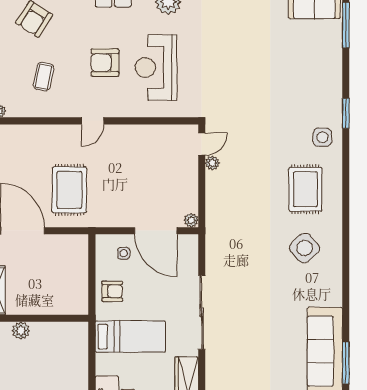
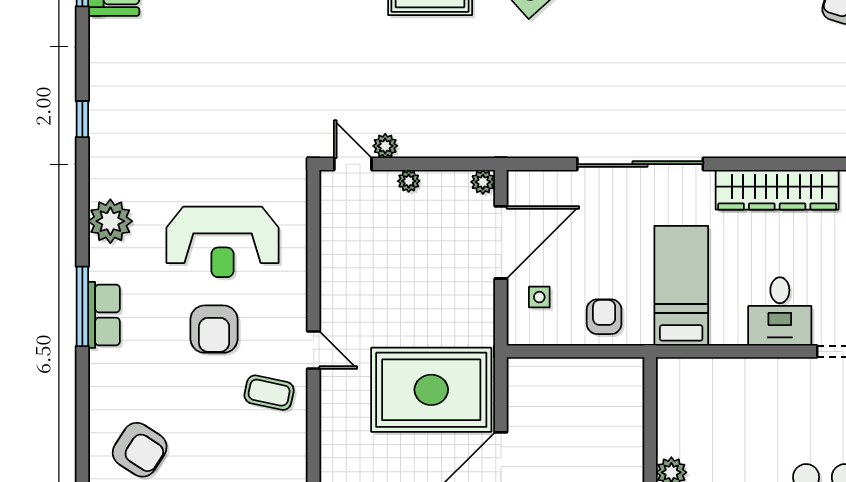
coffee table: (44, 77) -> (269, 393), moved
plant: (192, 177) -> (409, 181), added
rug: (69, 190) -> (431, 390), width x1.37, depth x1.44

